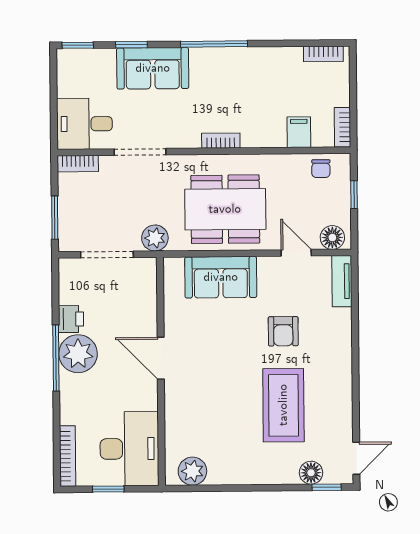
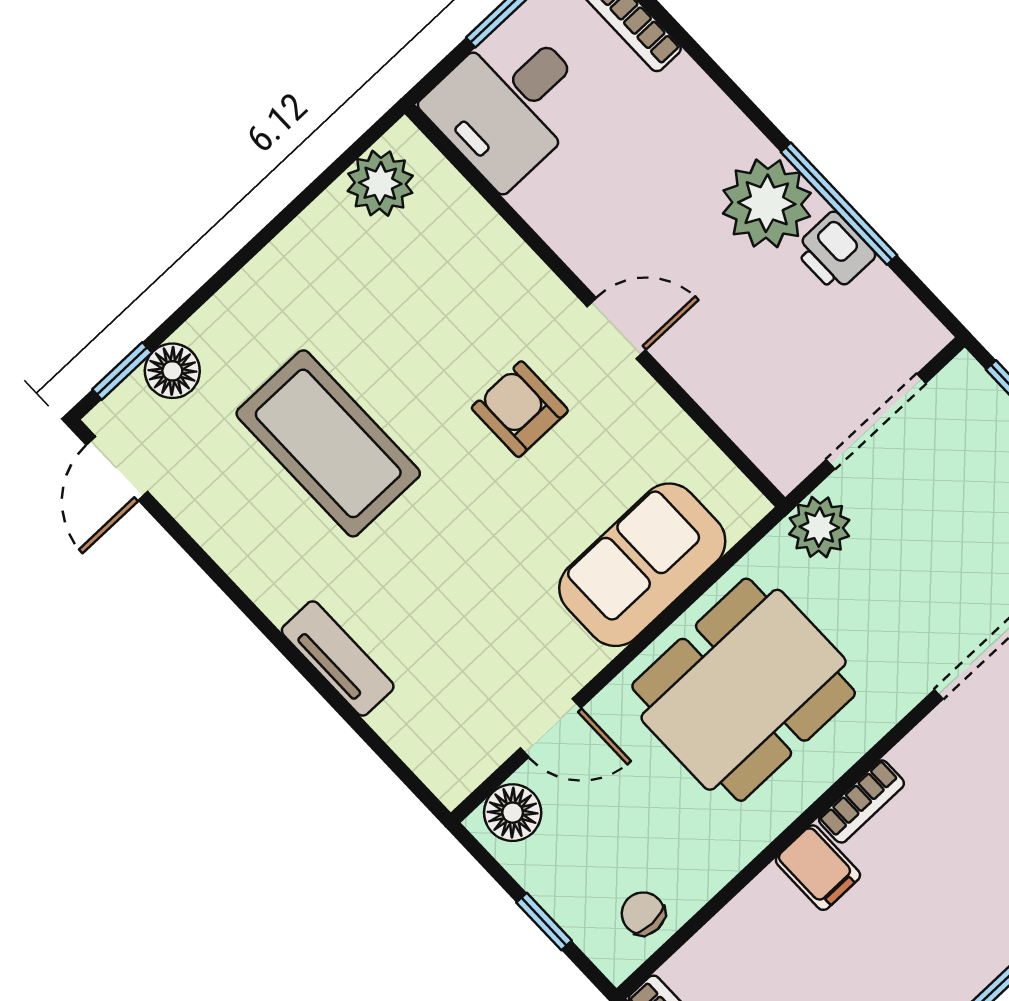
filing cabinet: (299, 132) -> (818, 868), moved
tv unit: (342, 281) -> (338, 658), moved
armchair: (283, 331) -> (520, 409), moved
window: (56, 358) -> (839, 204), moved
door: (161, 358) -> (616, 328), width x0.73
desk: (129, 449) -> (509, 104), width x0.73

